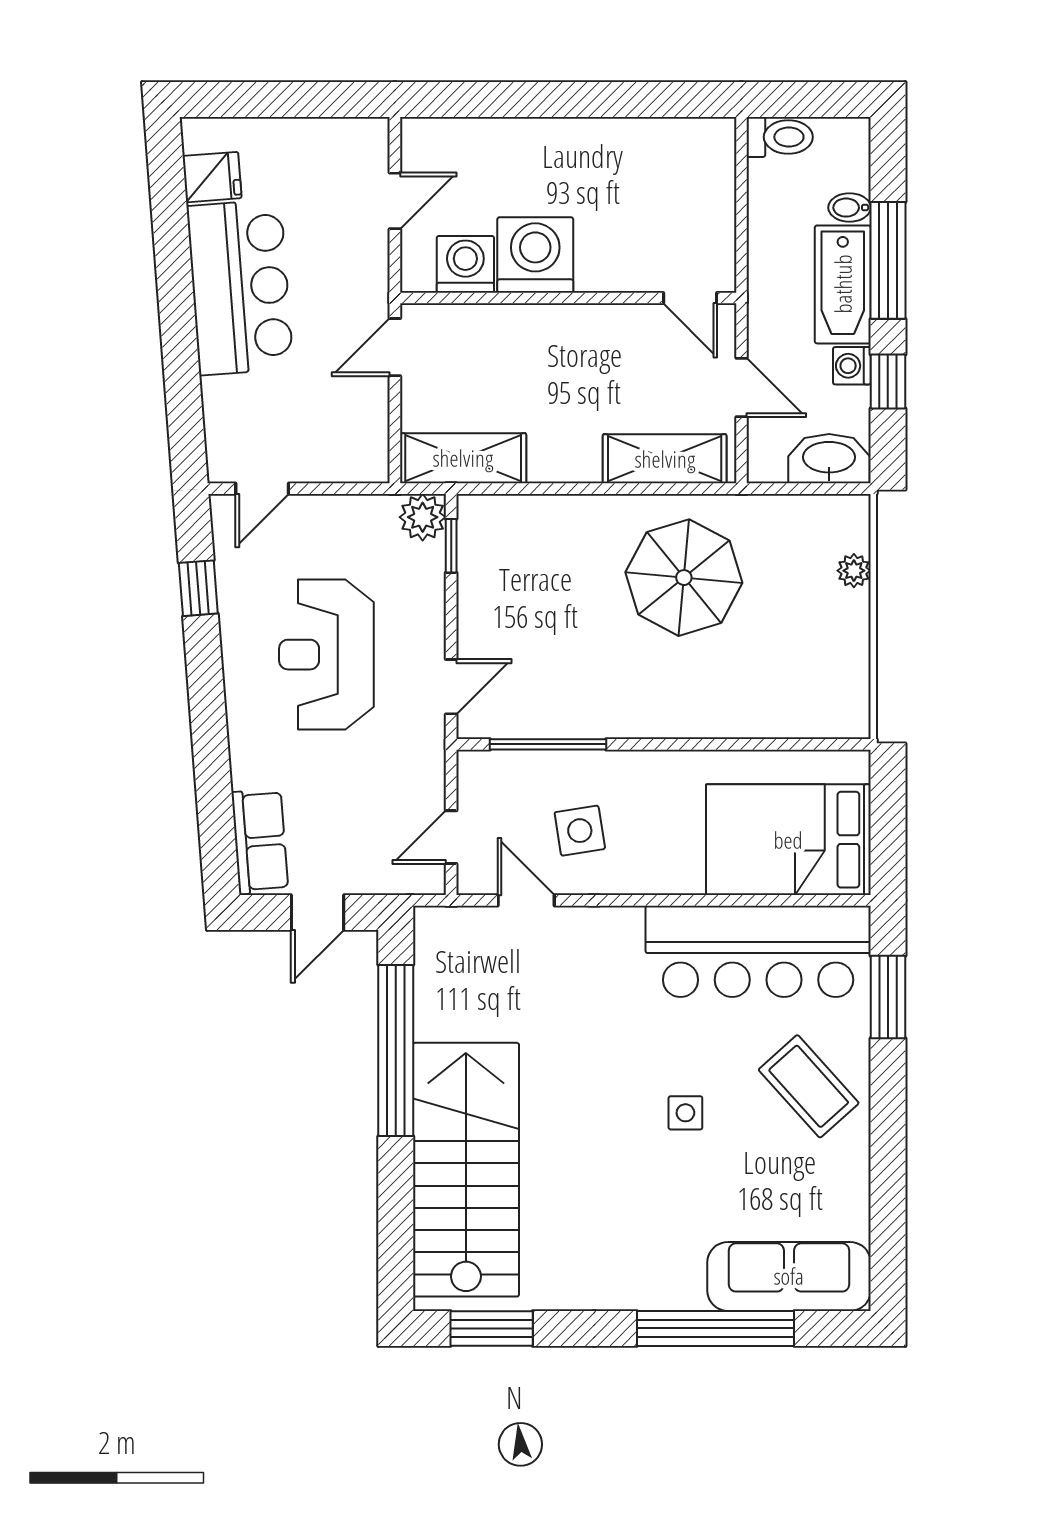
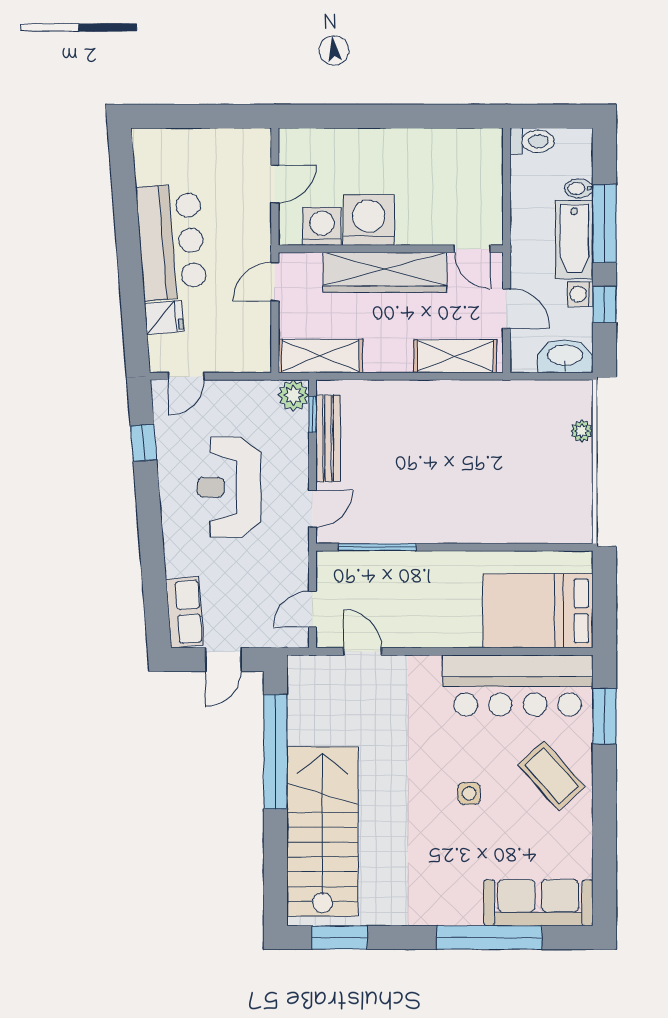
fridge: (212, 177) -> (164, 317), moved
wardrobe: (559, 333) -> (385, 272), added
parasol: (684, 578) -> (468, 436), removed
bench: (475, 582) -> (328, 438), added
side table: (580, 831) -> (398, 605), removed

